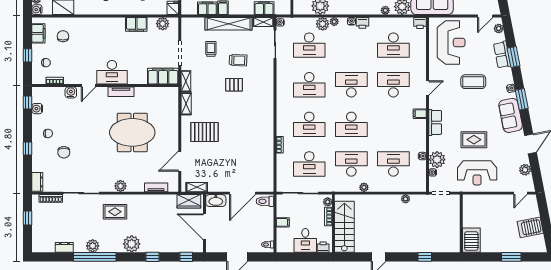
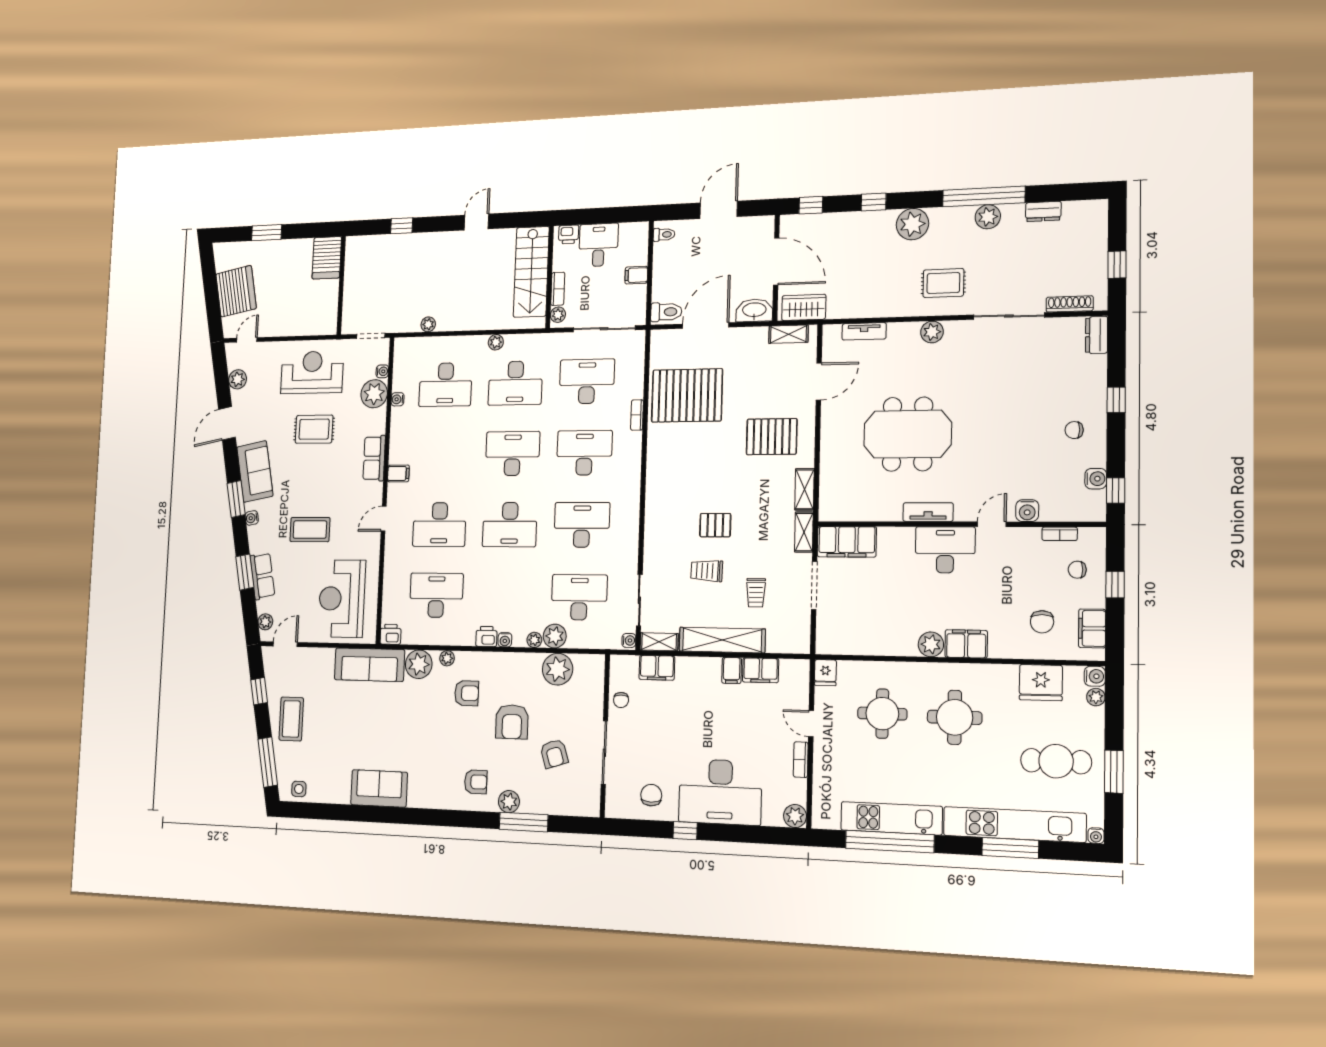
filing cabinet: (136, 24) -> (966, 644), moved
plant: (163, 24) -> (931, 644), moved
chair: (64, 152) -> (1043, 394), removed
pallet: (252, 155) -> (687, 395), added
server rack: (530, 227) -> (236, 291), width x1.60

